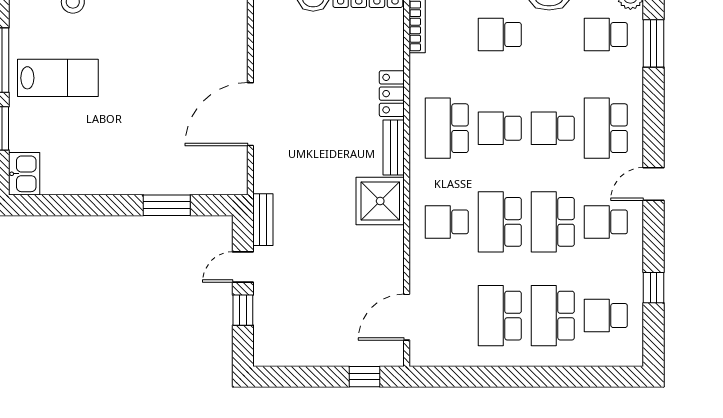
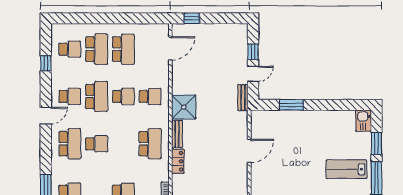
door: (250, 114) -> (249, 151), width x0.73
school desk: (500, 128) -> (123, 144), removed
school desk: (500, 222) -> (123, 96), width x0.54

